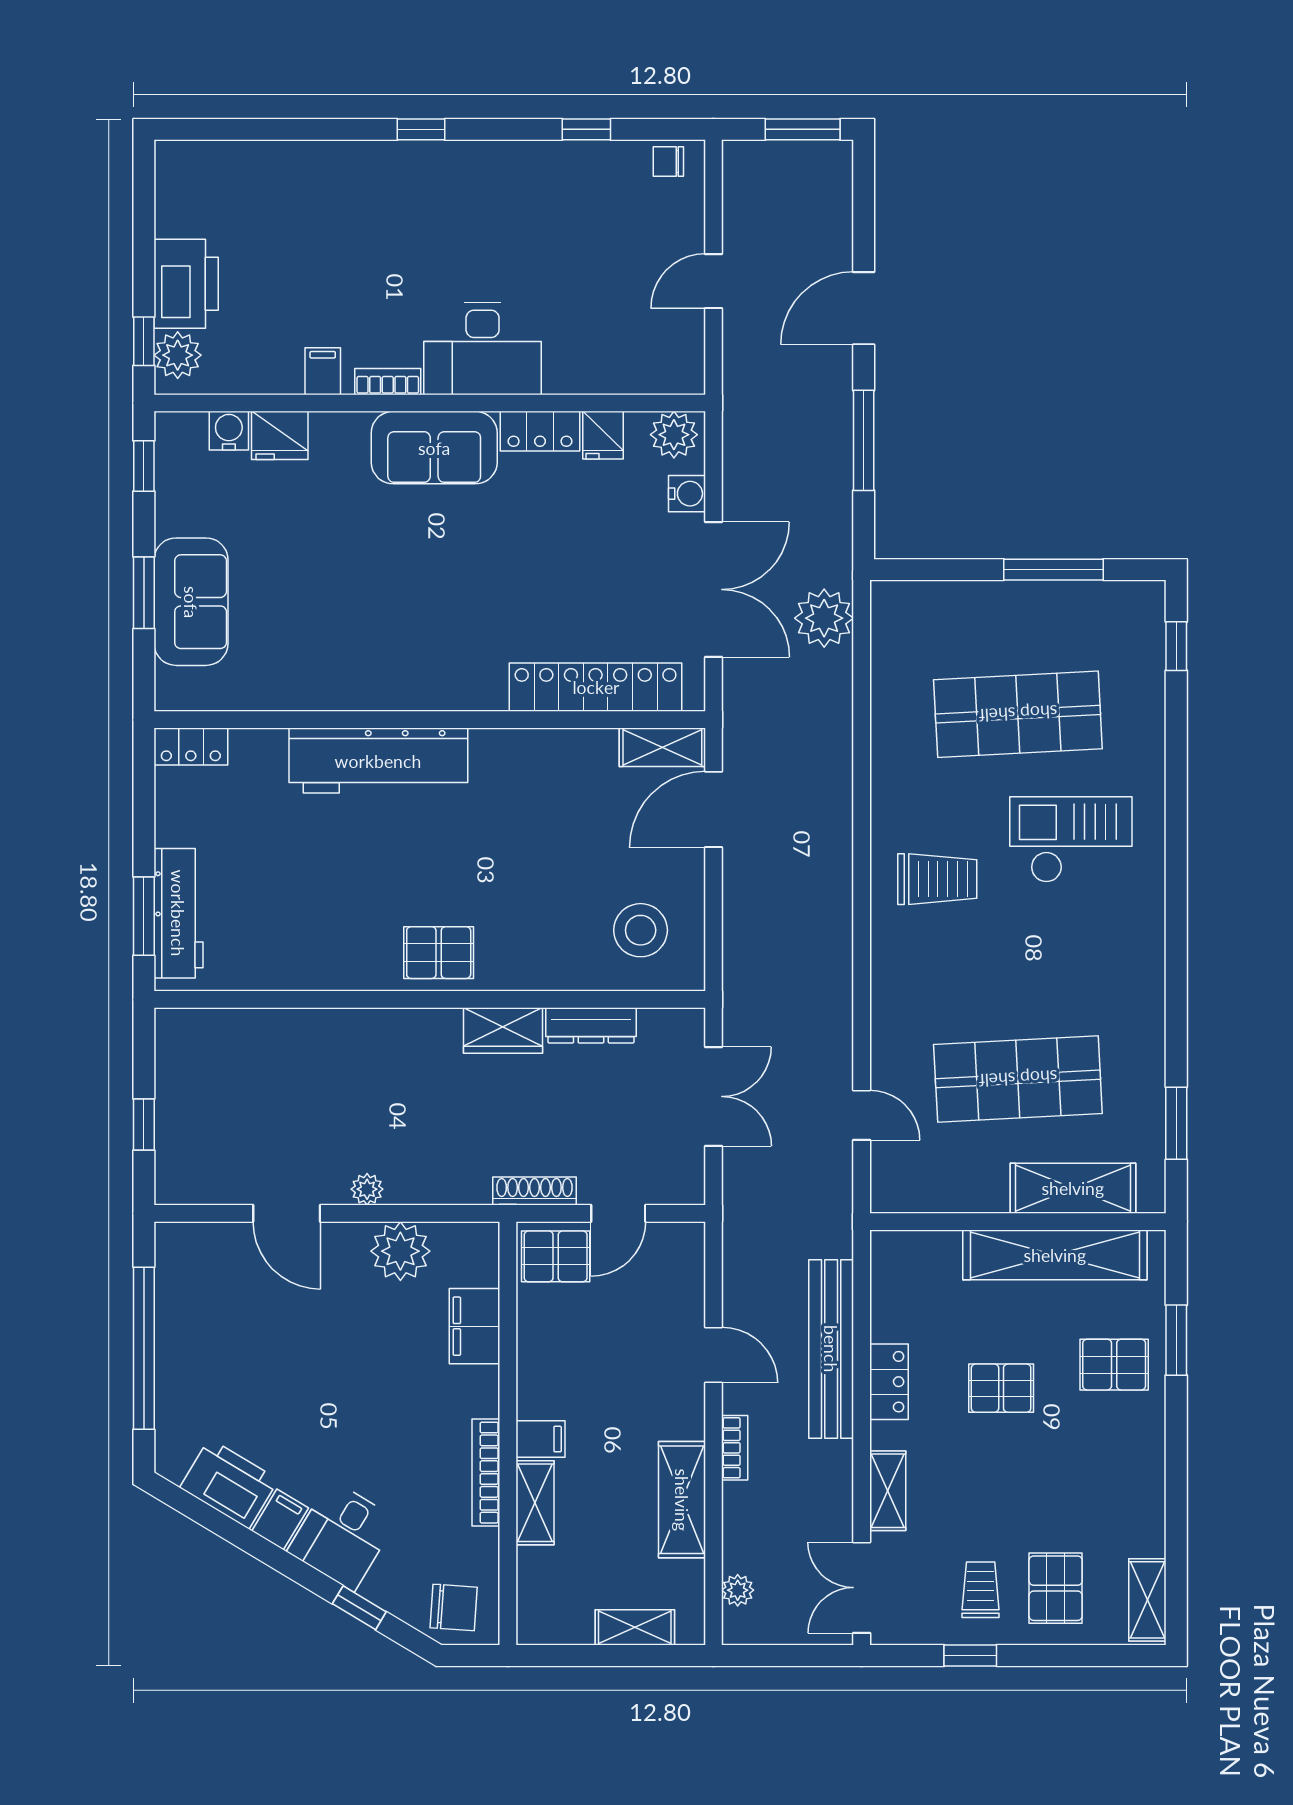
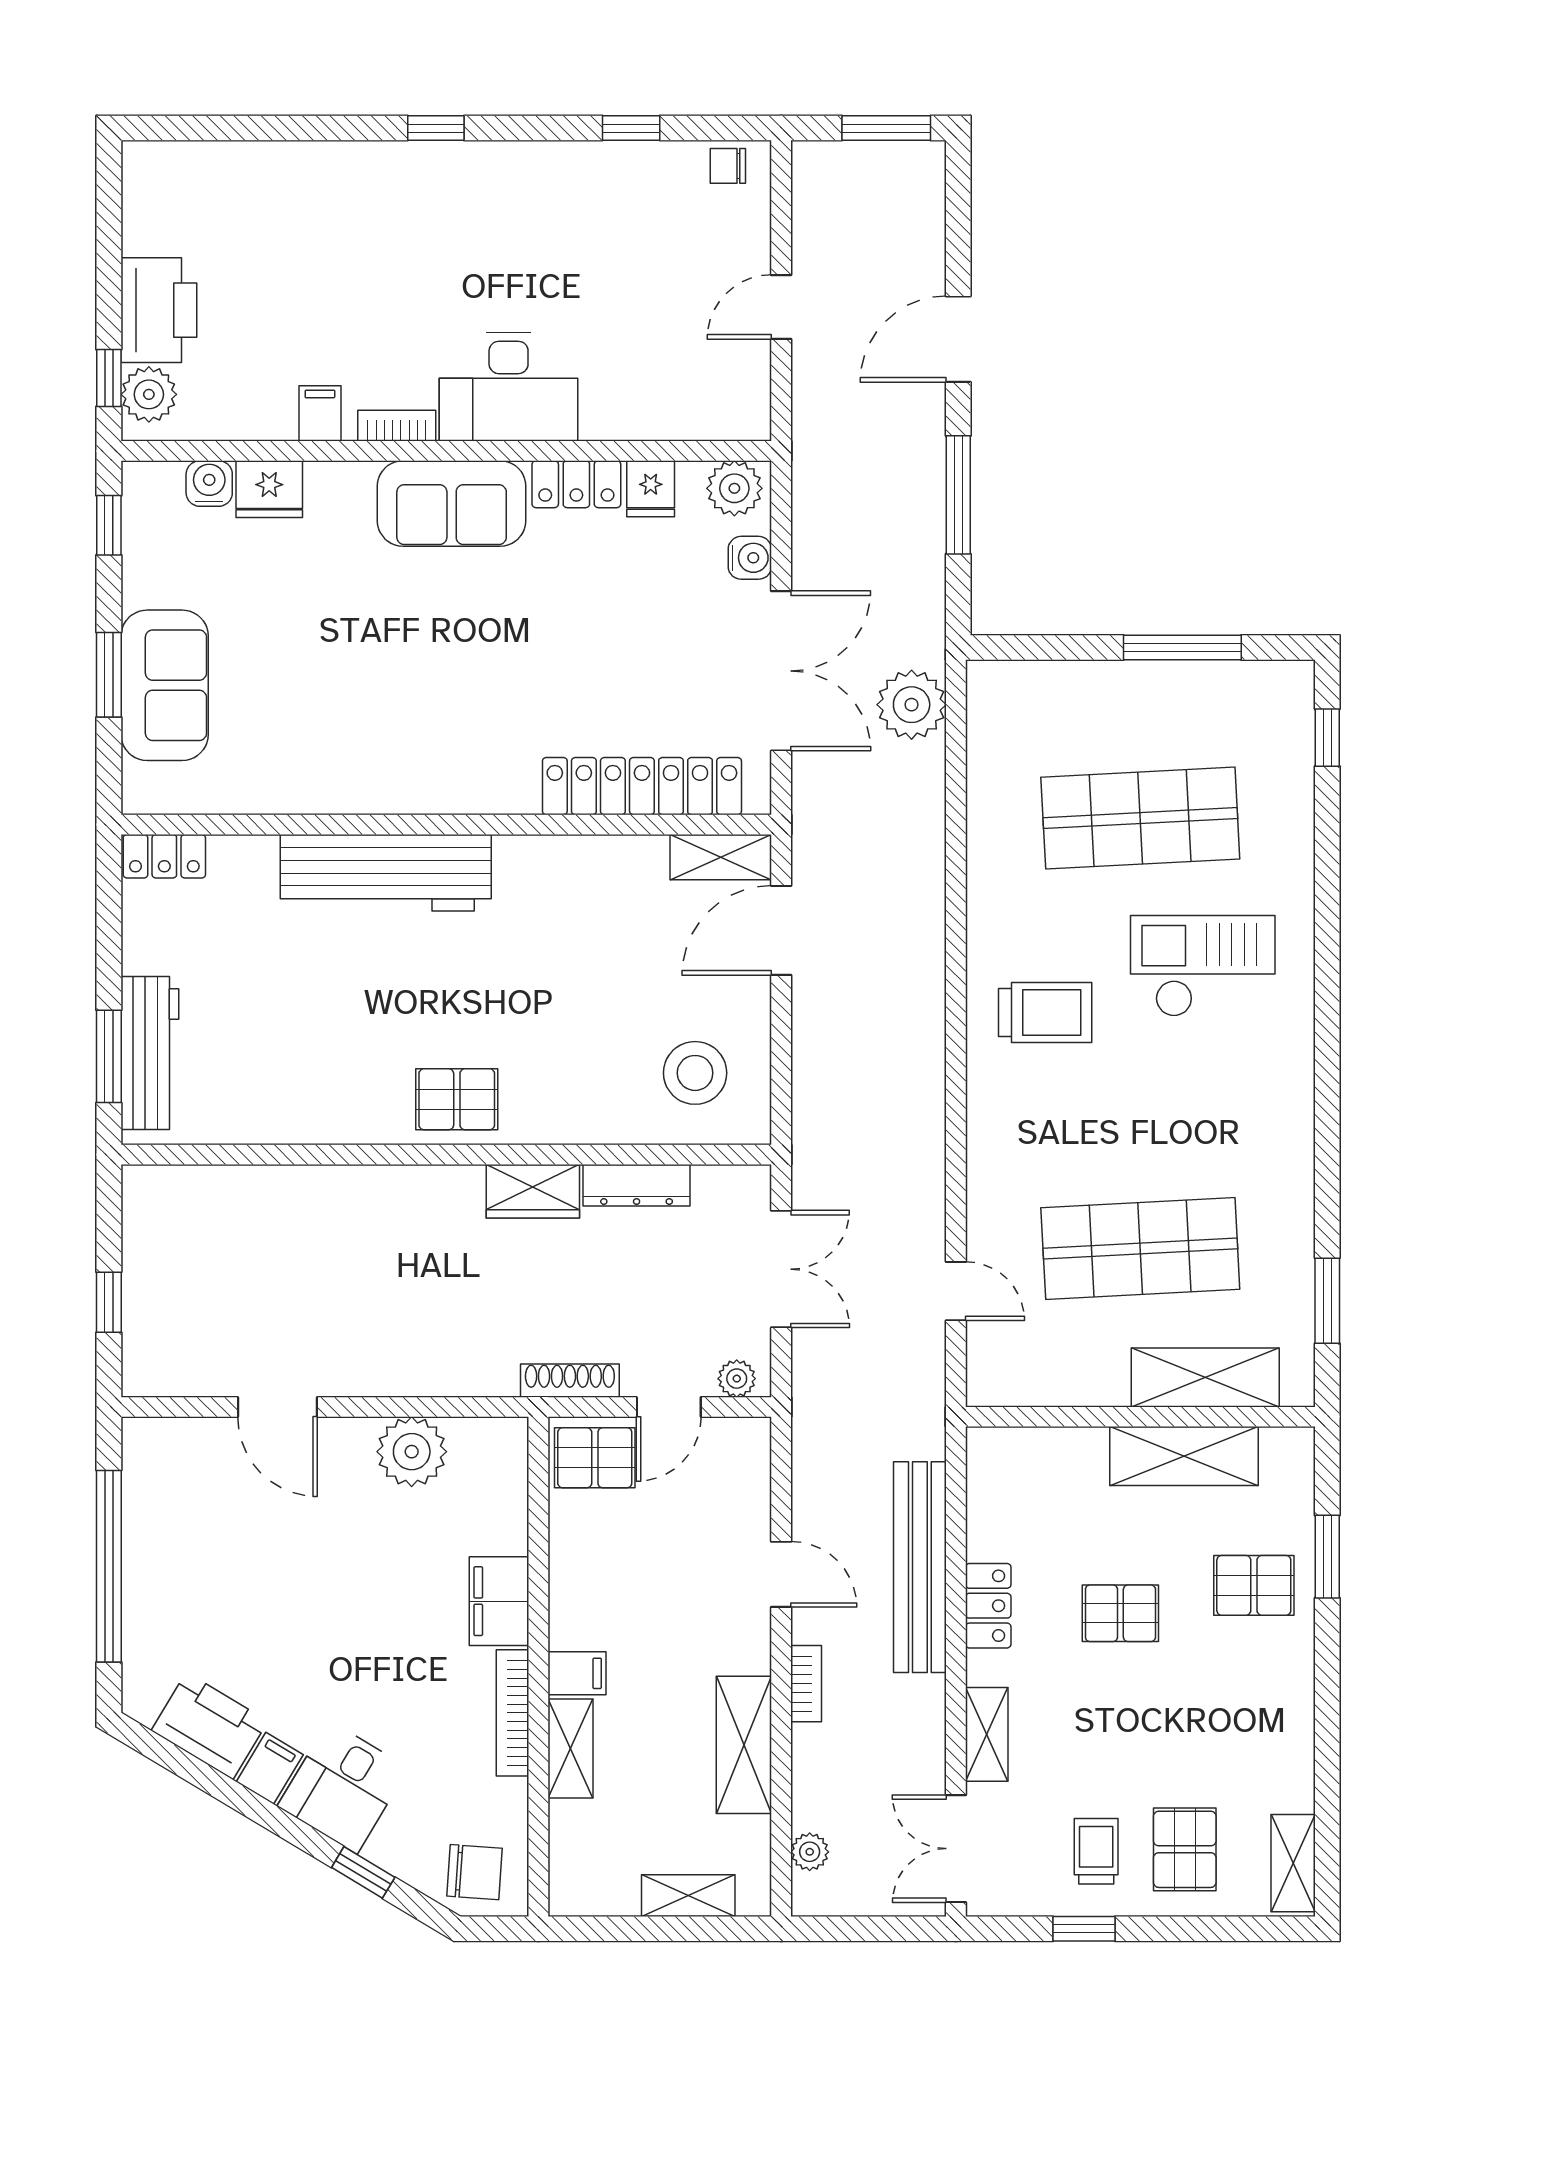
plant: (367, 1189) -> (737, 1379), moved
shelving: (1055, 1255) -> (1184, 1456), width x0.68
filing cabinet: (474, 1326) -> (499, 1601), moved

